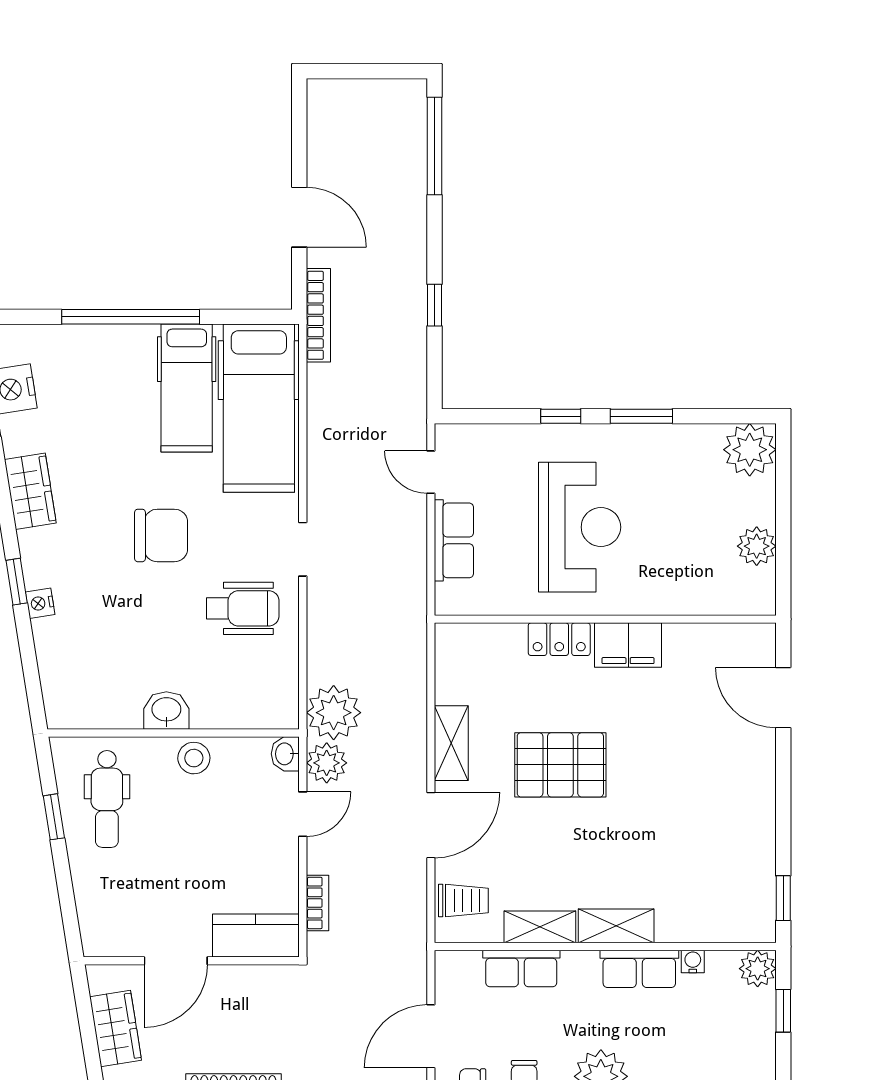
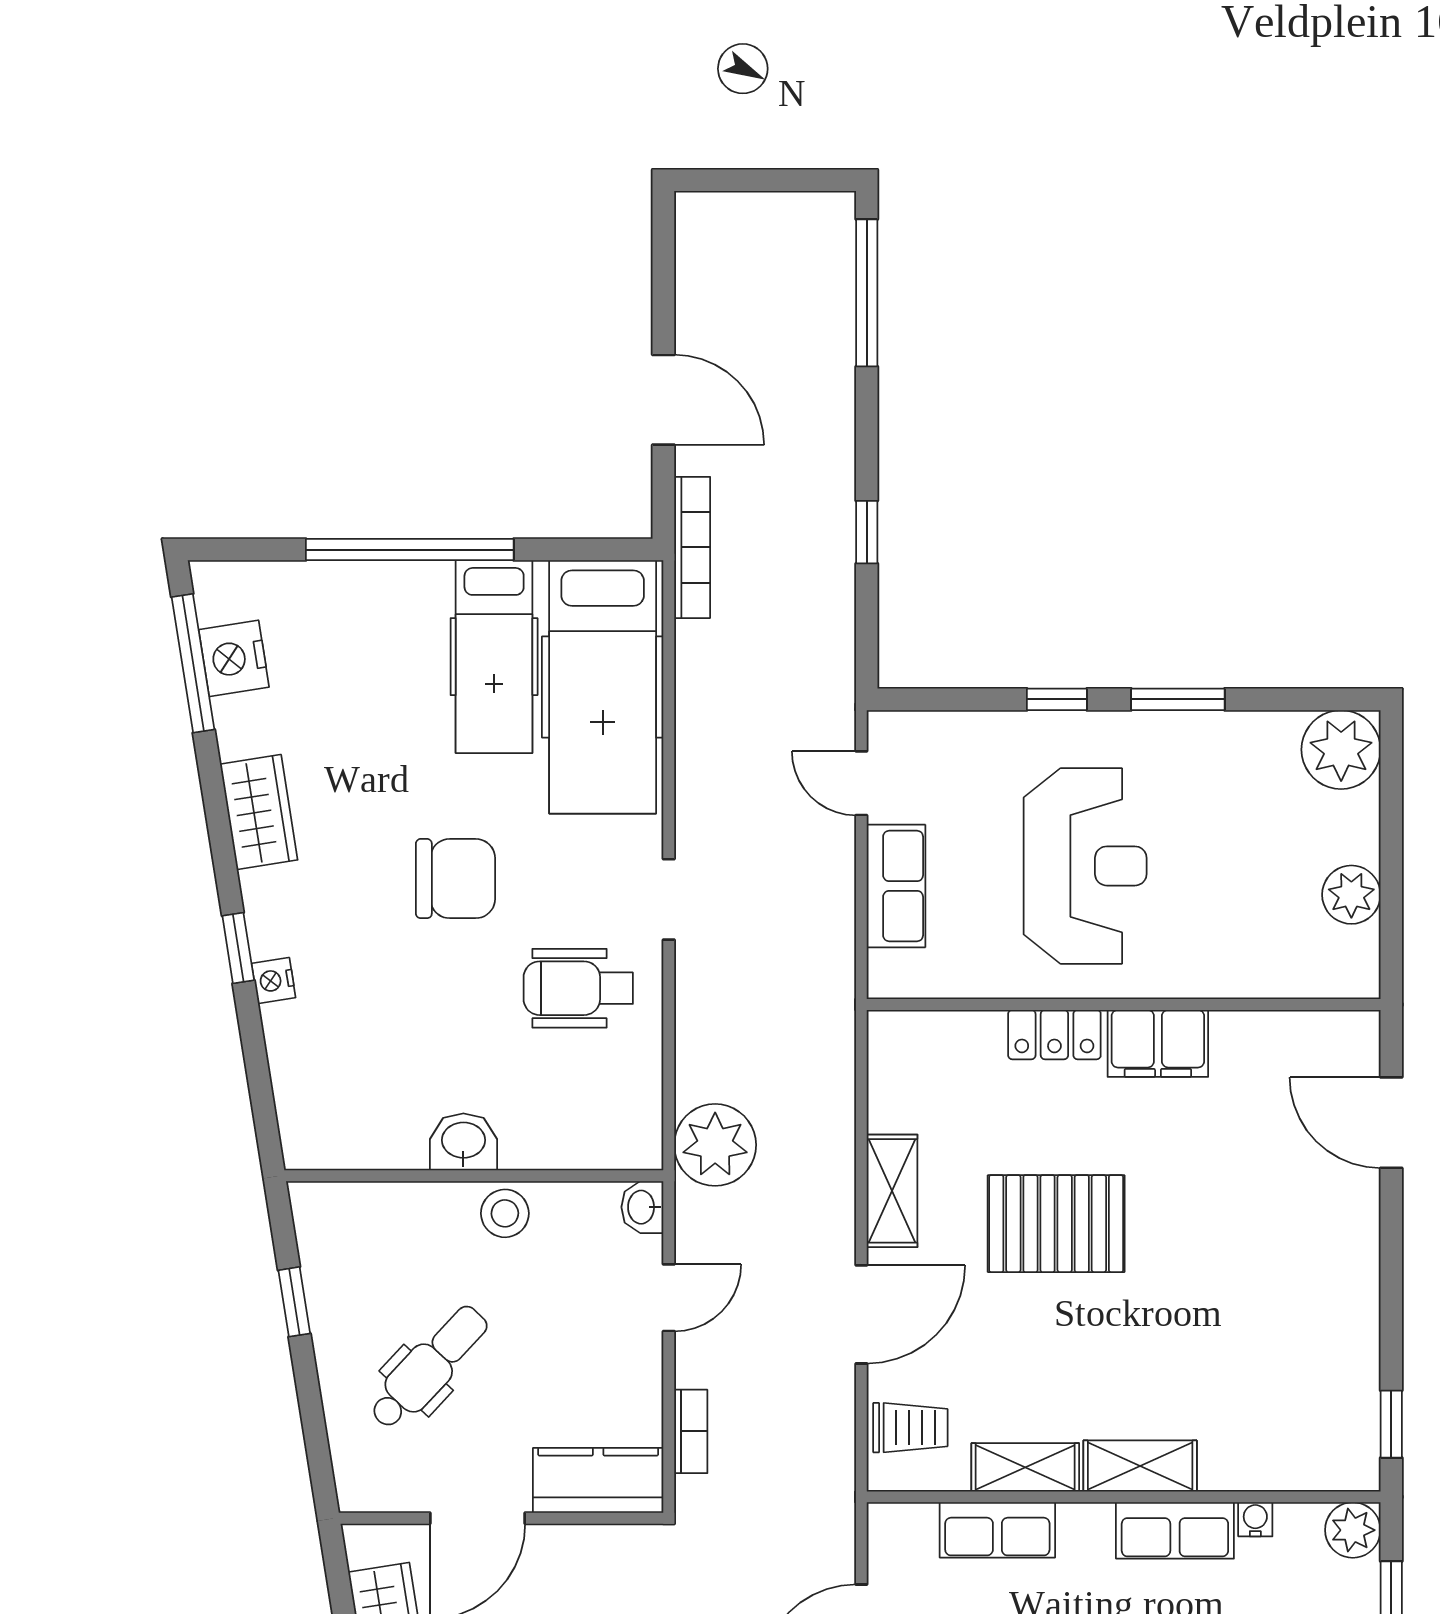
wheelchair: (243, 608) -> (578, 988), turned 180
plant: (327, 763) -> (704, 1221), removed
dental chair: (107, 799) -> (429, 1367), moved, turned -137

